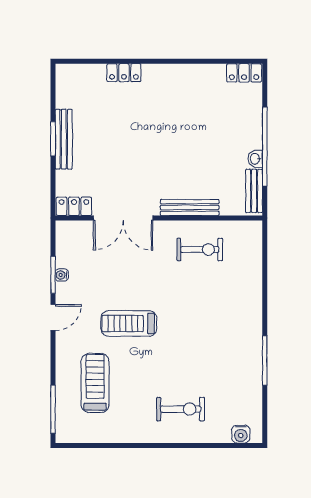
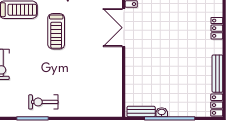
bench: (190, 207) -> (217, 74), moved
exercise bike: (200, 250) -> (43, 102), moved, turned 90
treadmill: (129, 323) -> (56, 31), turned 180

